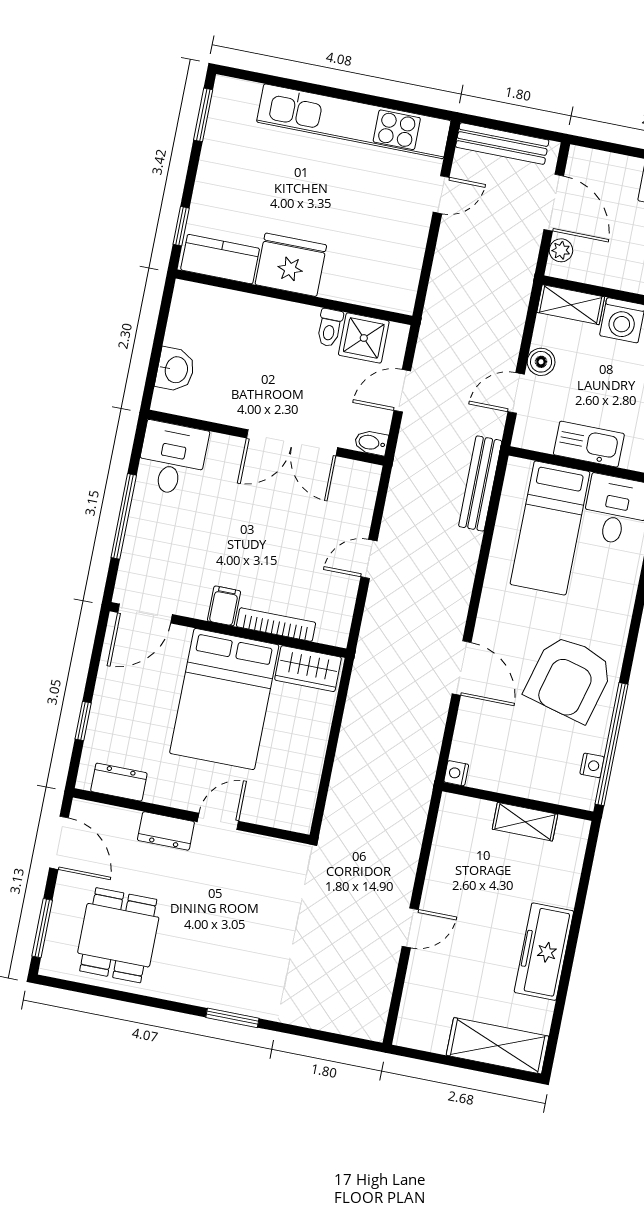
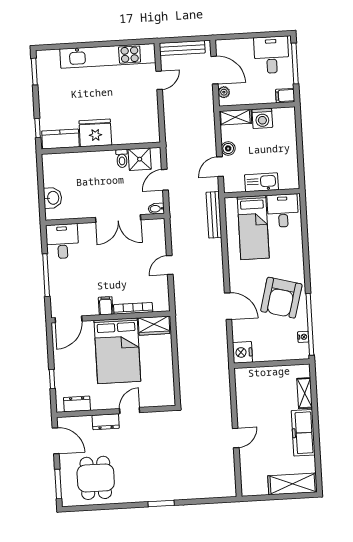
nightstand: (456, 773) -> (243, 352), width x1.89, depth x1.79
shelving: (525, 822) -> (305, 393), moved, turned 90

